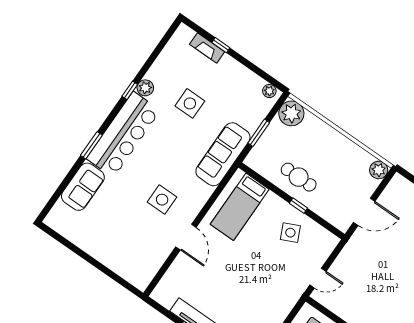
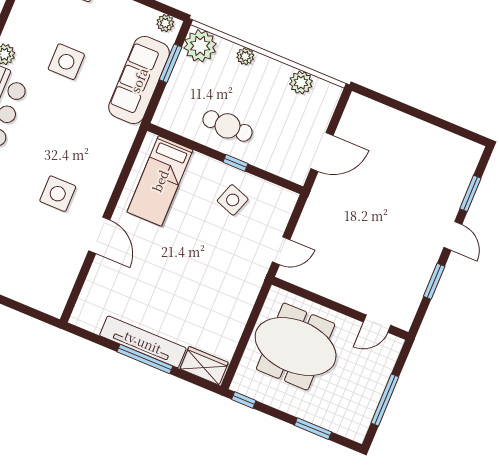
plant: (323, 128) -> (245, 56), added
window: (259, 133) -> (170, 63), moved
sofa: (223, 154) -> (139, 80), moved
plant: (379, 170) -> (301, 82), moved
side table: (290, 233) -> (233, 200), turned 45

